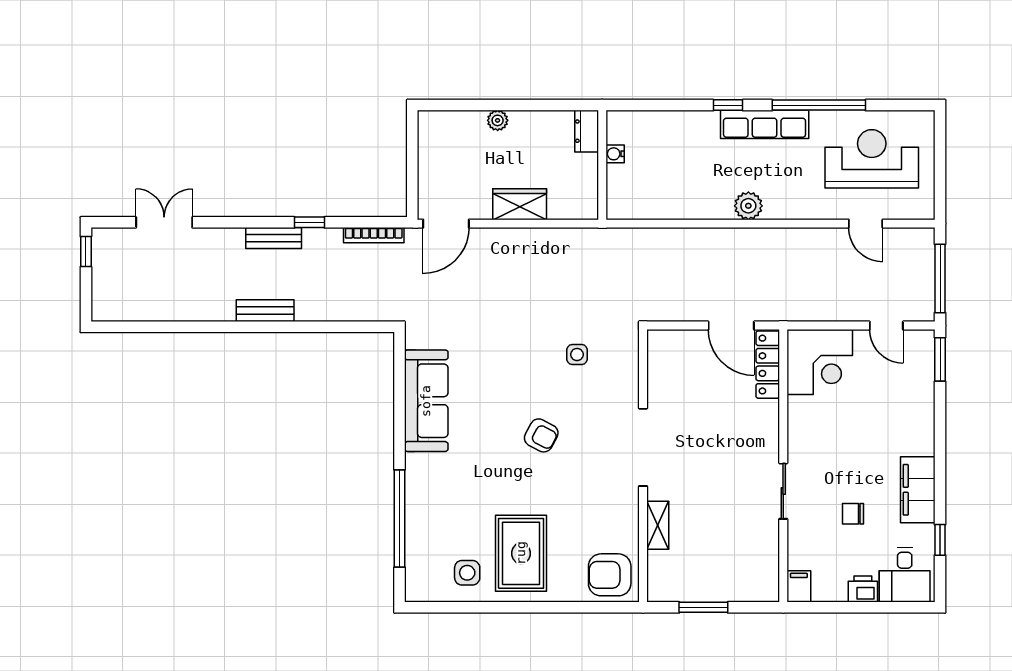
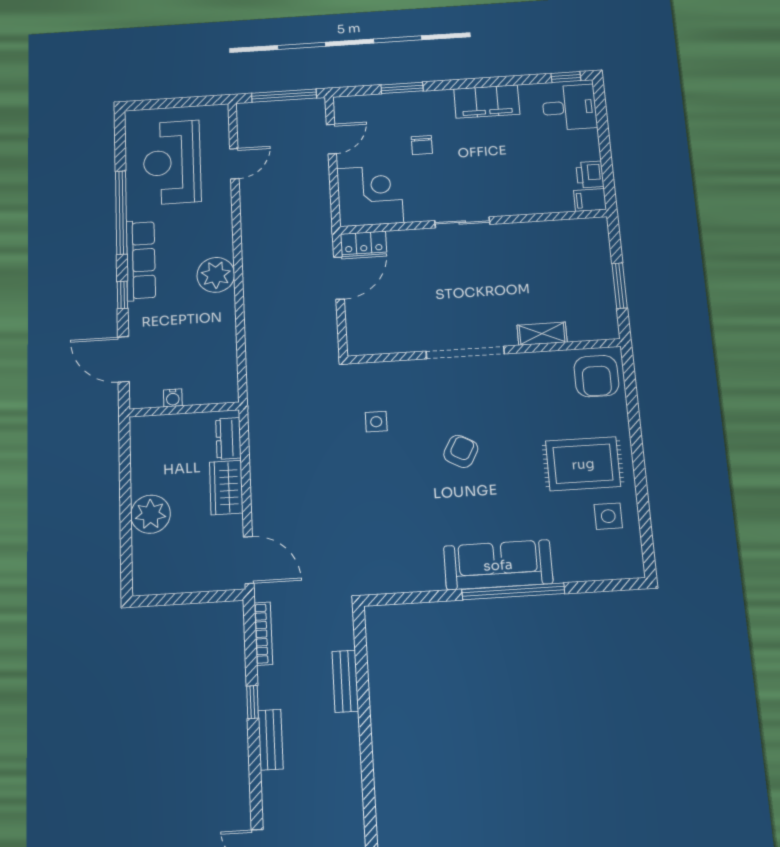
door: (659, 105) -> (123, 359), added
plant: (498, 120) -> (151, 514), width x1.87, depth x1.87
dresser: (587, 131) -> (228, 438), moved, turned 90
plant: (748, 206) -> (216, 275), width x1.36, depth x1.36
bench: (265, 311) -> (345, 681), moved
window: (940, 359) -> (402, 88), moved
locker: (768, 365) -> (363, 243), width x0.66
sofa: (426, 401) -> (498, 565), moved
sliding door: (783, 491) -> (462, 222), moved
chair: (853, 514) -> (422, 145), moved
window: (400, 519) -> (513, 591), moved
window: (940, 540) -> (566, 77), moved
printer: (863, 589) -> (590, 175), moved

